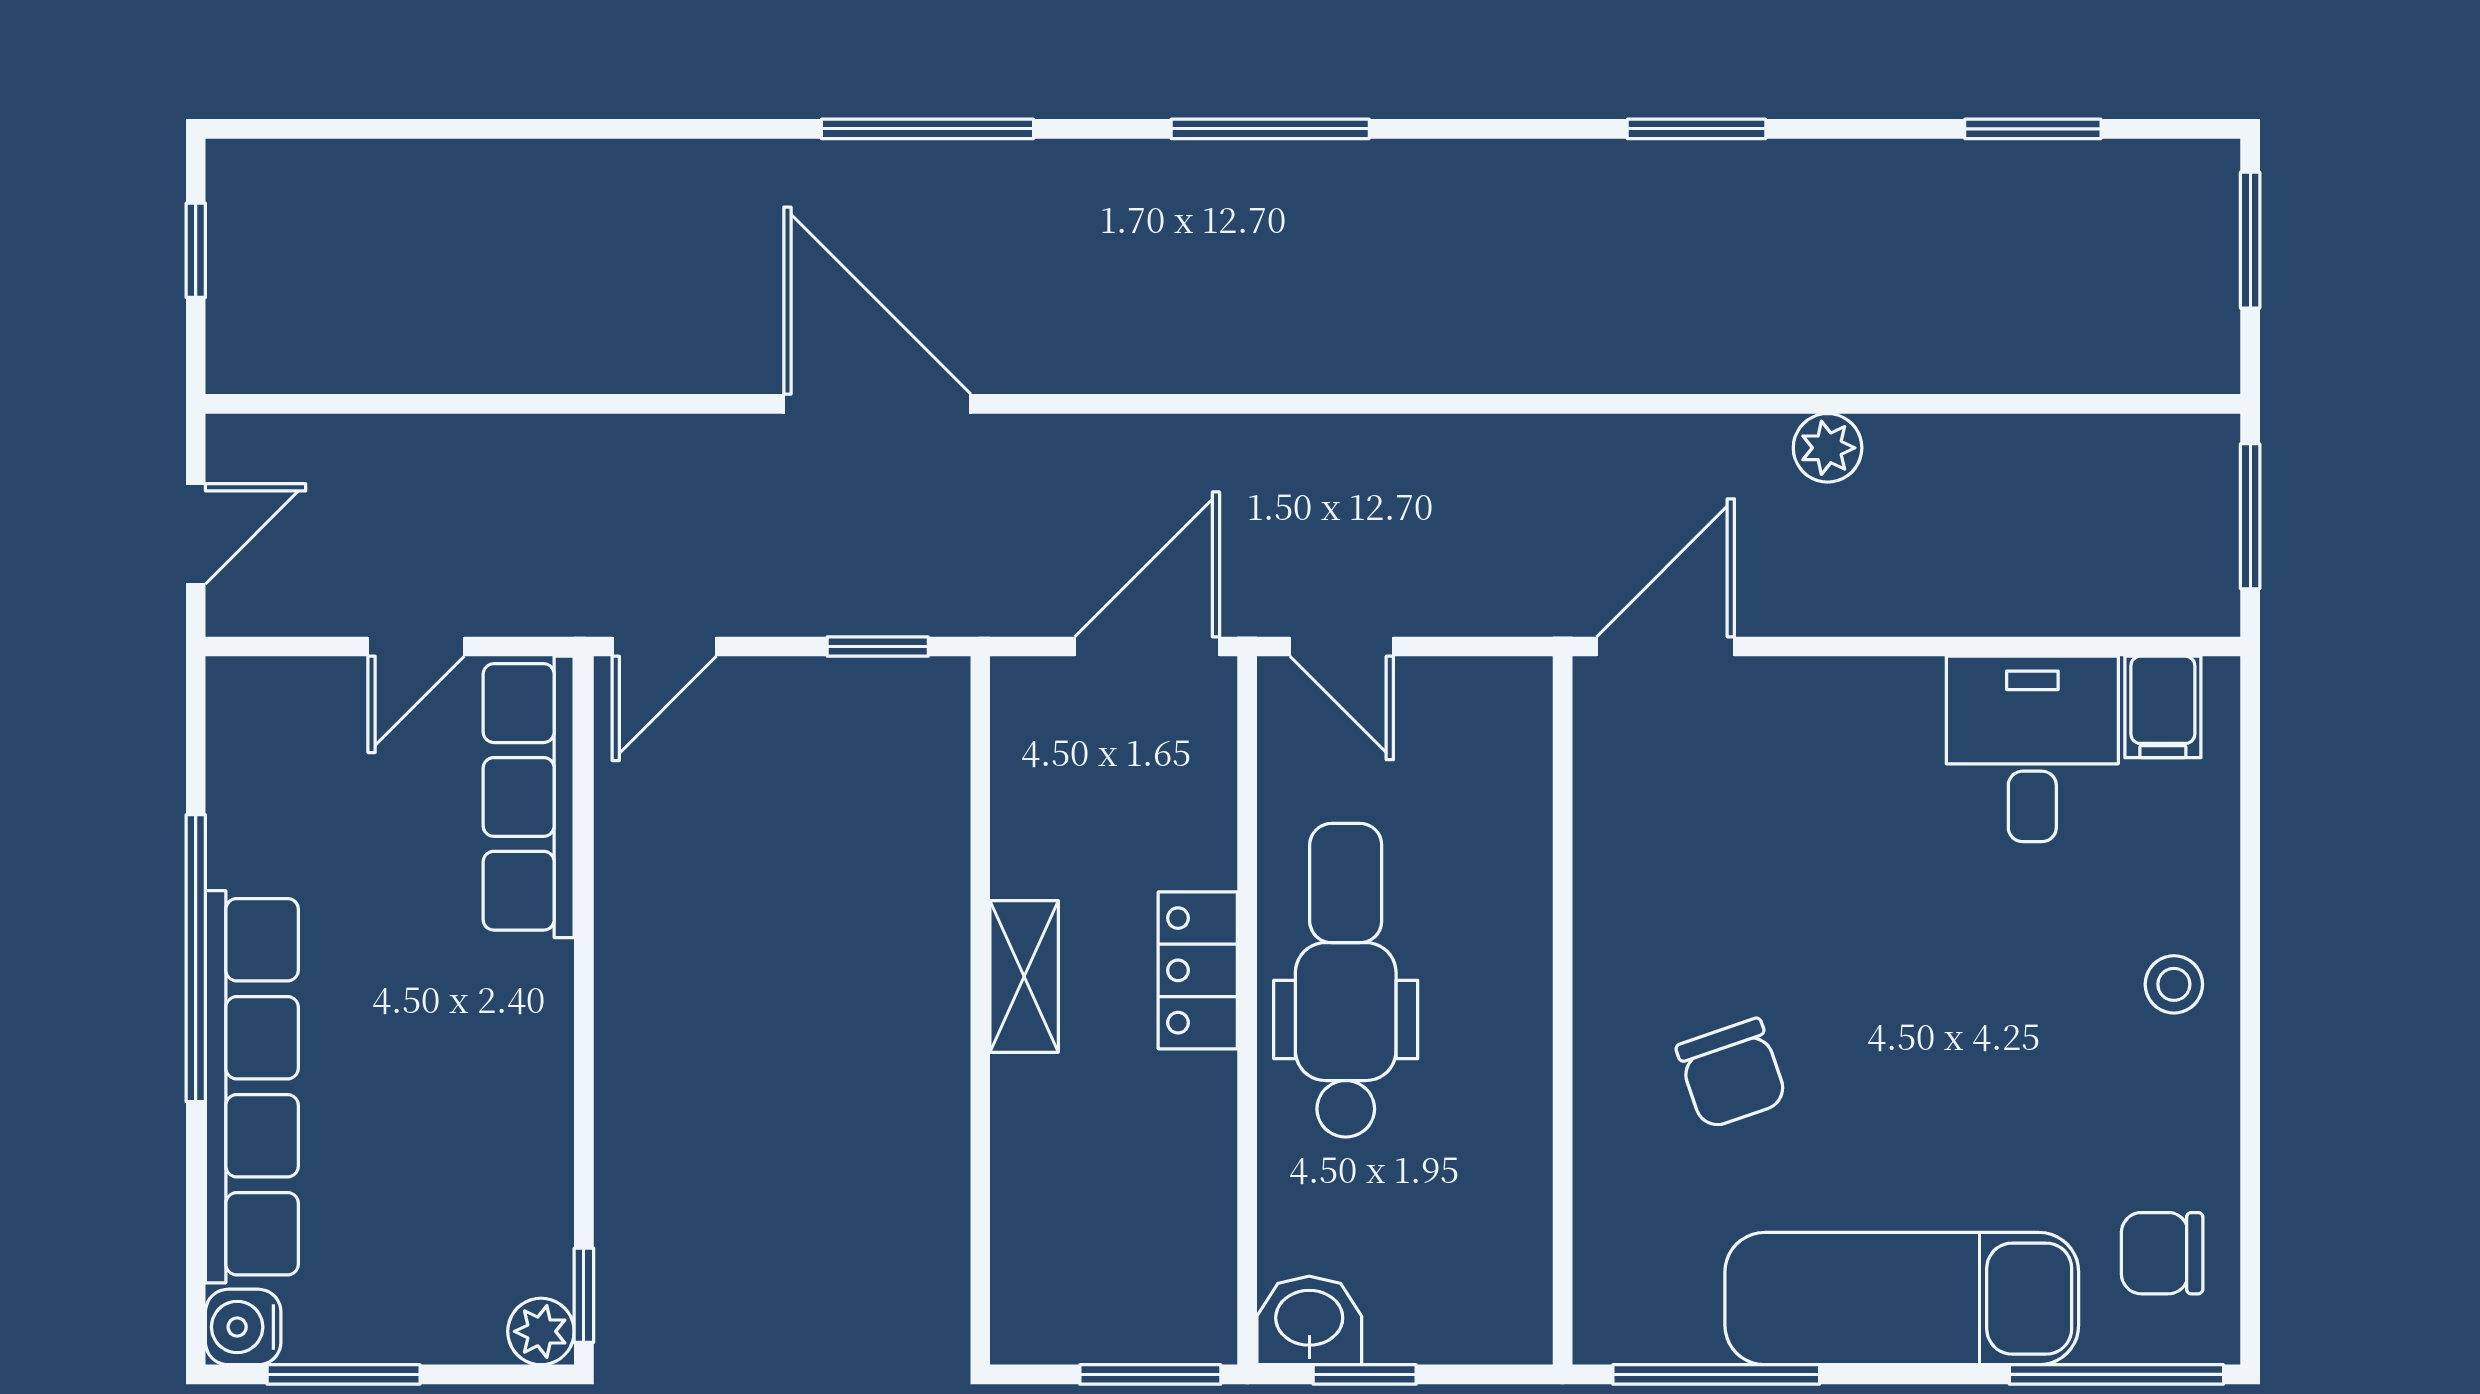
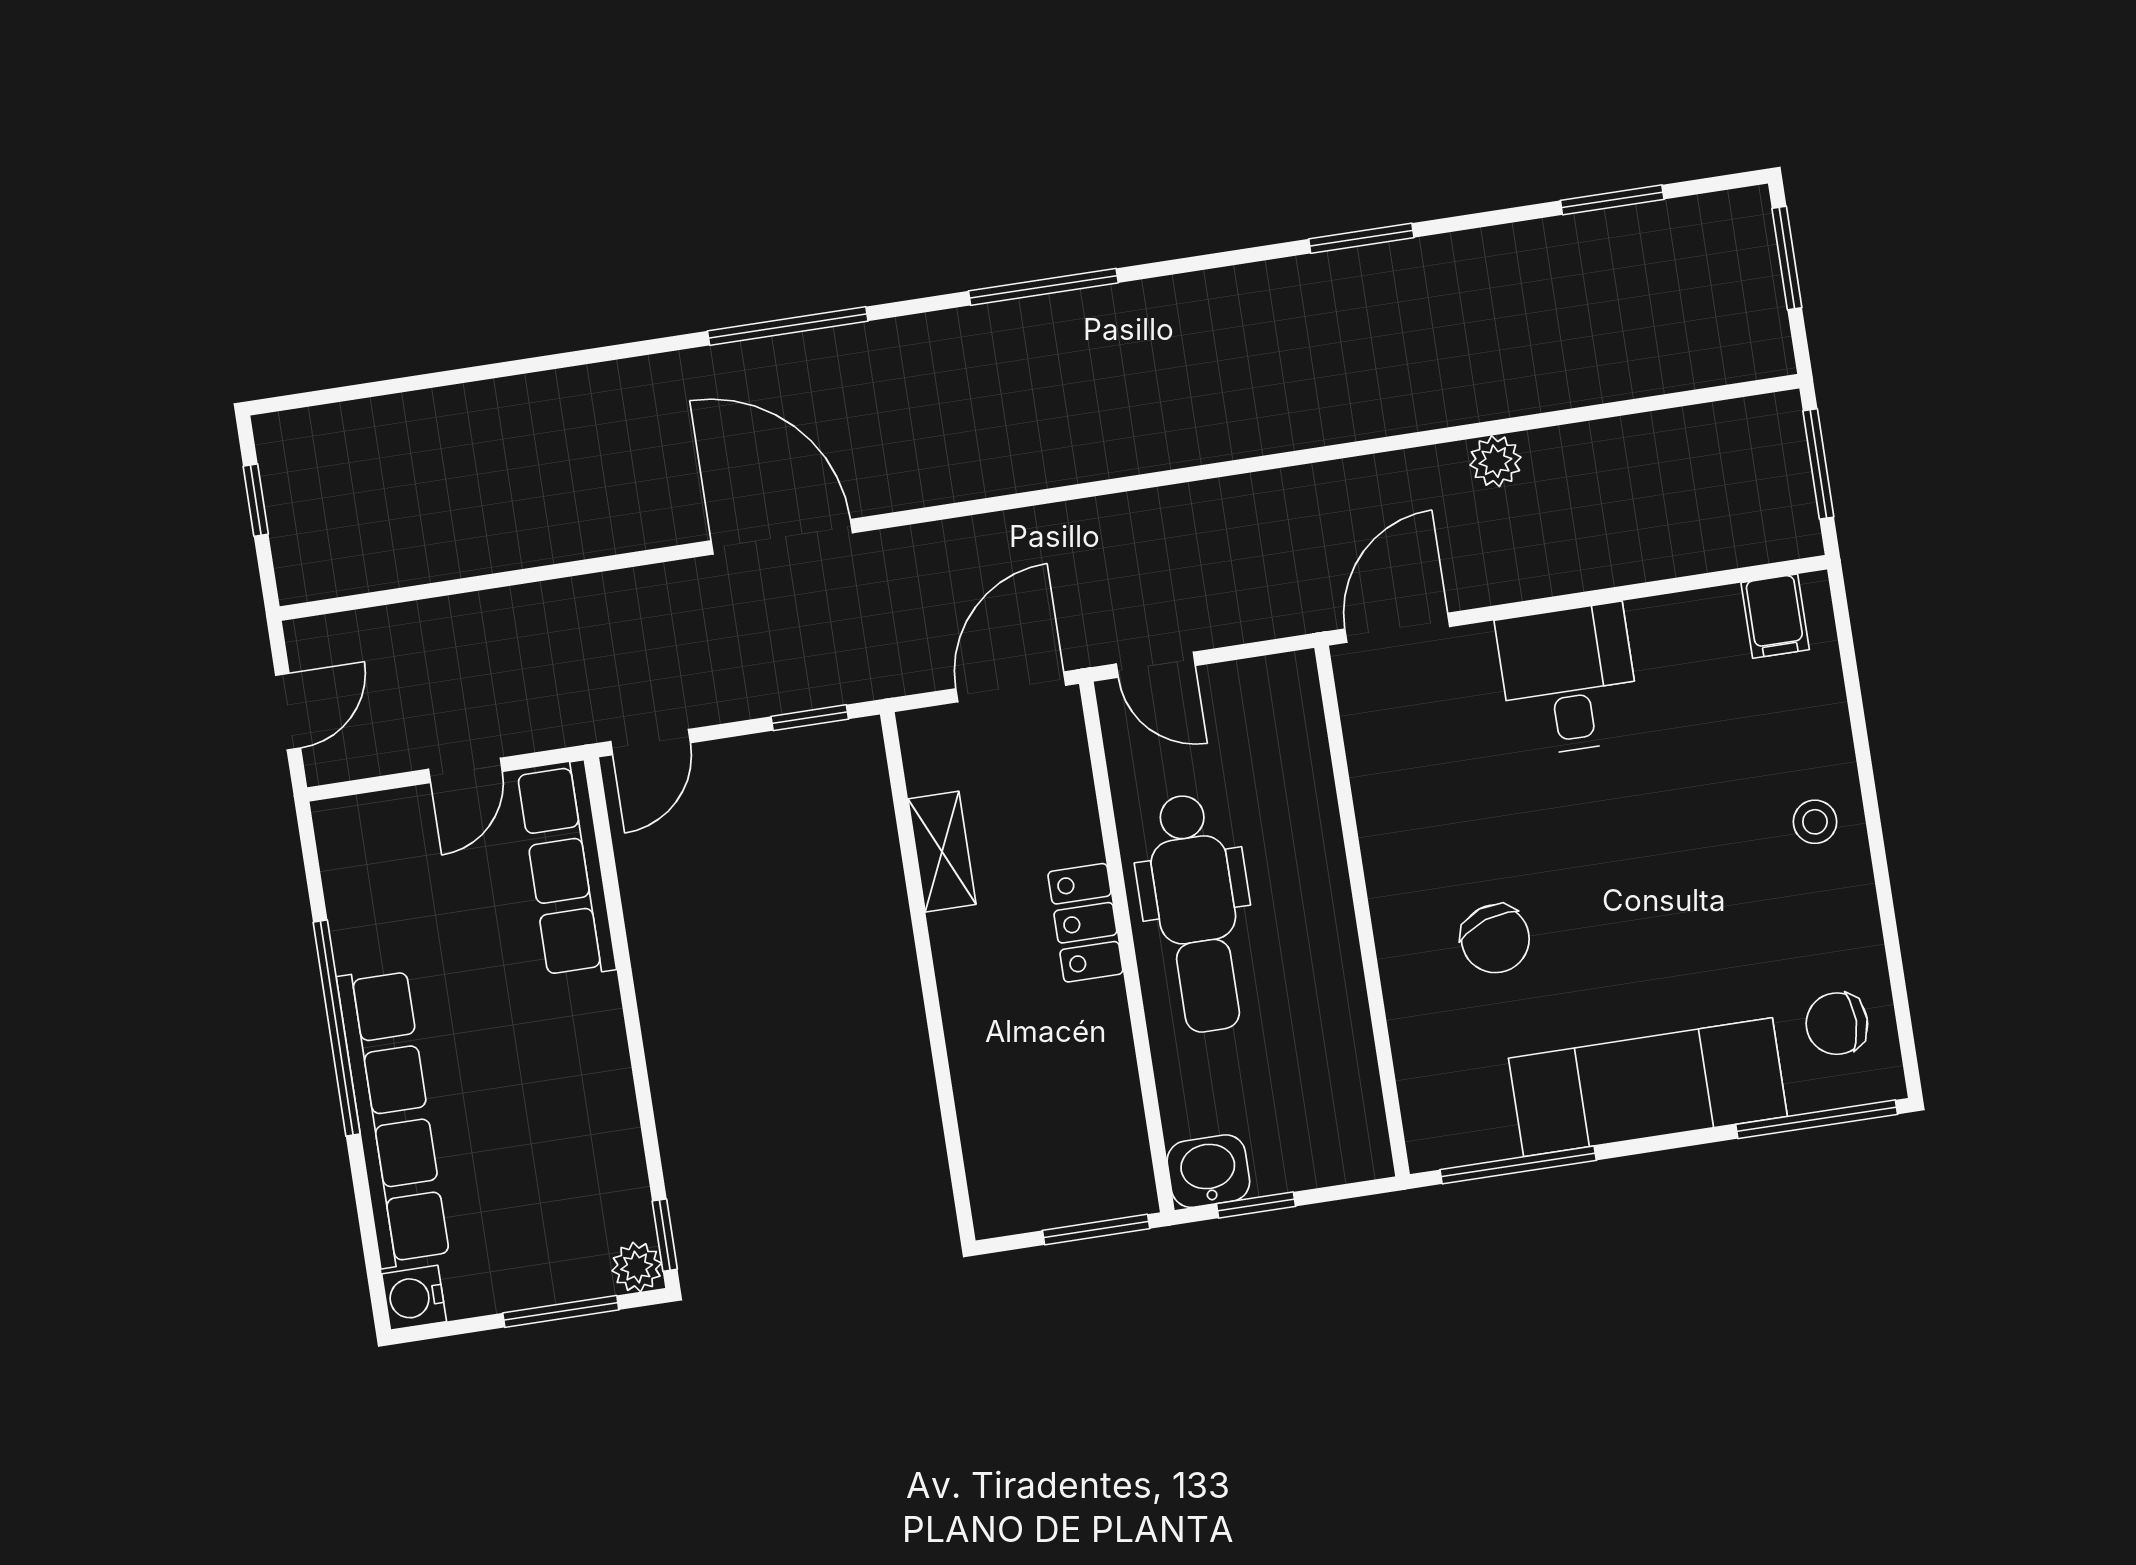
desk: (2032, 749) -> (1569, 680), moved
shelving: (1024, 976) -> (942, 852), moved
dental chair: (1346, 980) -> (1197, 913), turned 180
window: (344, 1374) -> (561, 1311), moved

